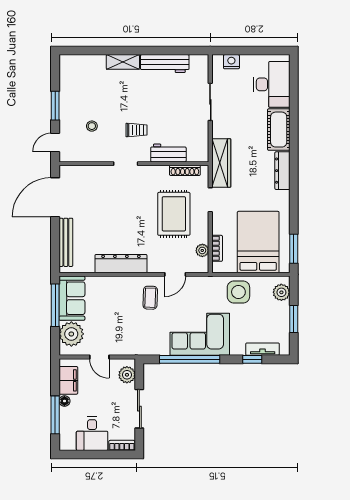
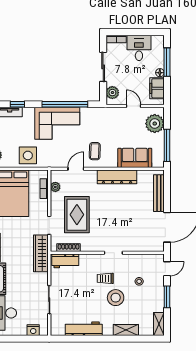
shelving: (123, 62) -> (126, 330), moved
shelving: (66, 70) -> (159, 324), added
stool: (123, 105) -> (116, 298), added
workbench: (168, 153) -> (65, 261), moved
sofa: (72, 298) -> (135, 158), moved, turned 90

